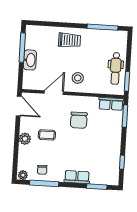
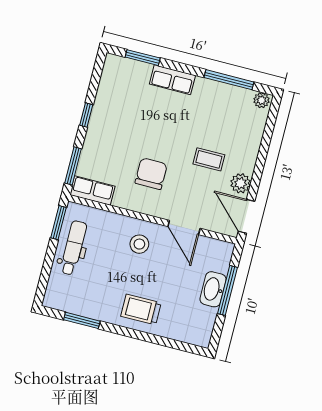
window: (103, 27) -> (82, 320), width x0.69
window: (22, 48) -> (227, 290), moved
door: (54, 93) -> (184, 227), hinge flipped
plant: (25, 139) -> (241, 183), moved
window: (122, 162) -> (86, 115), moved
chair: (42, 170) -> (228, 103), removed

